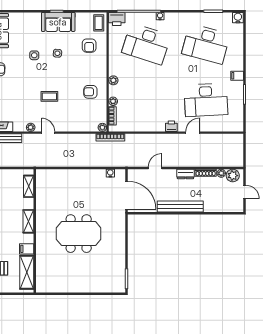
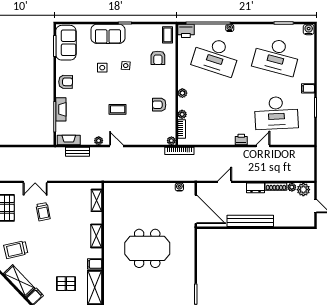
sofa: (58, 22) -> (108, 34), moved

